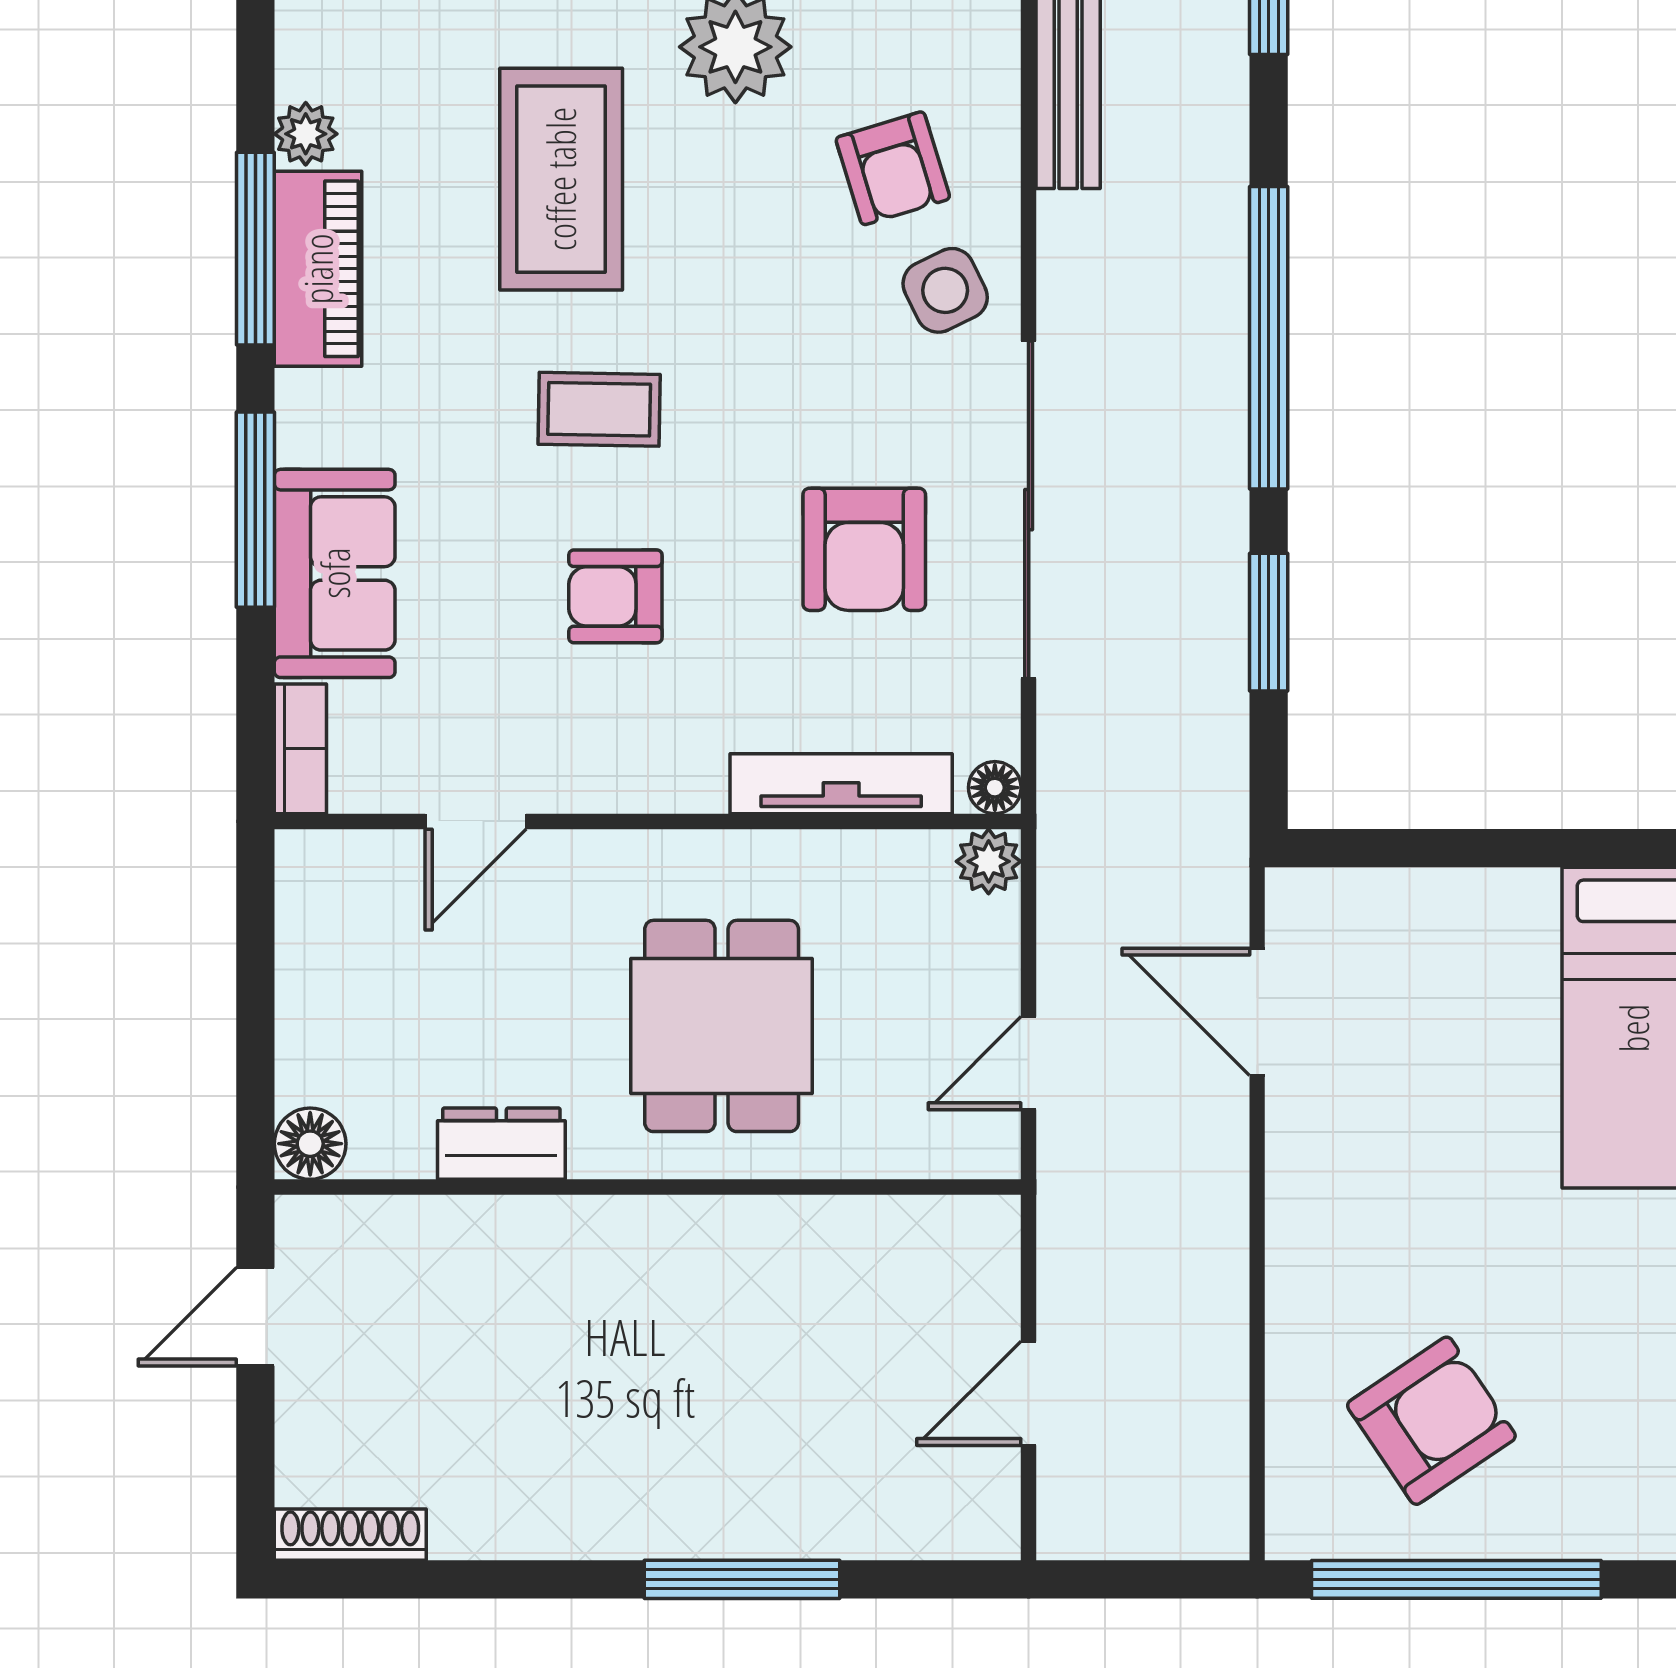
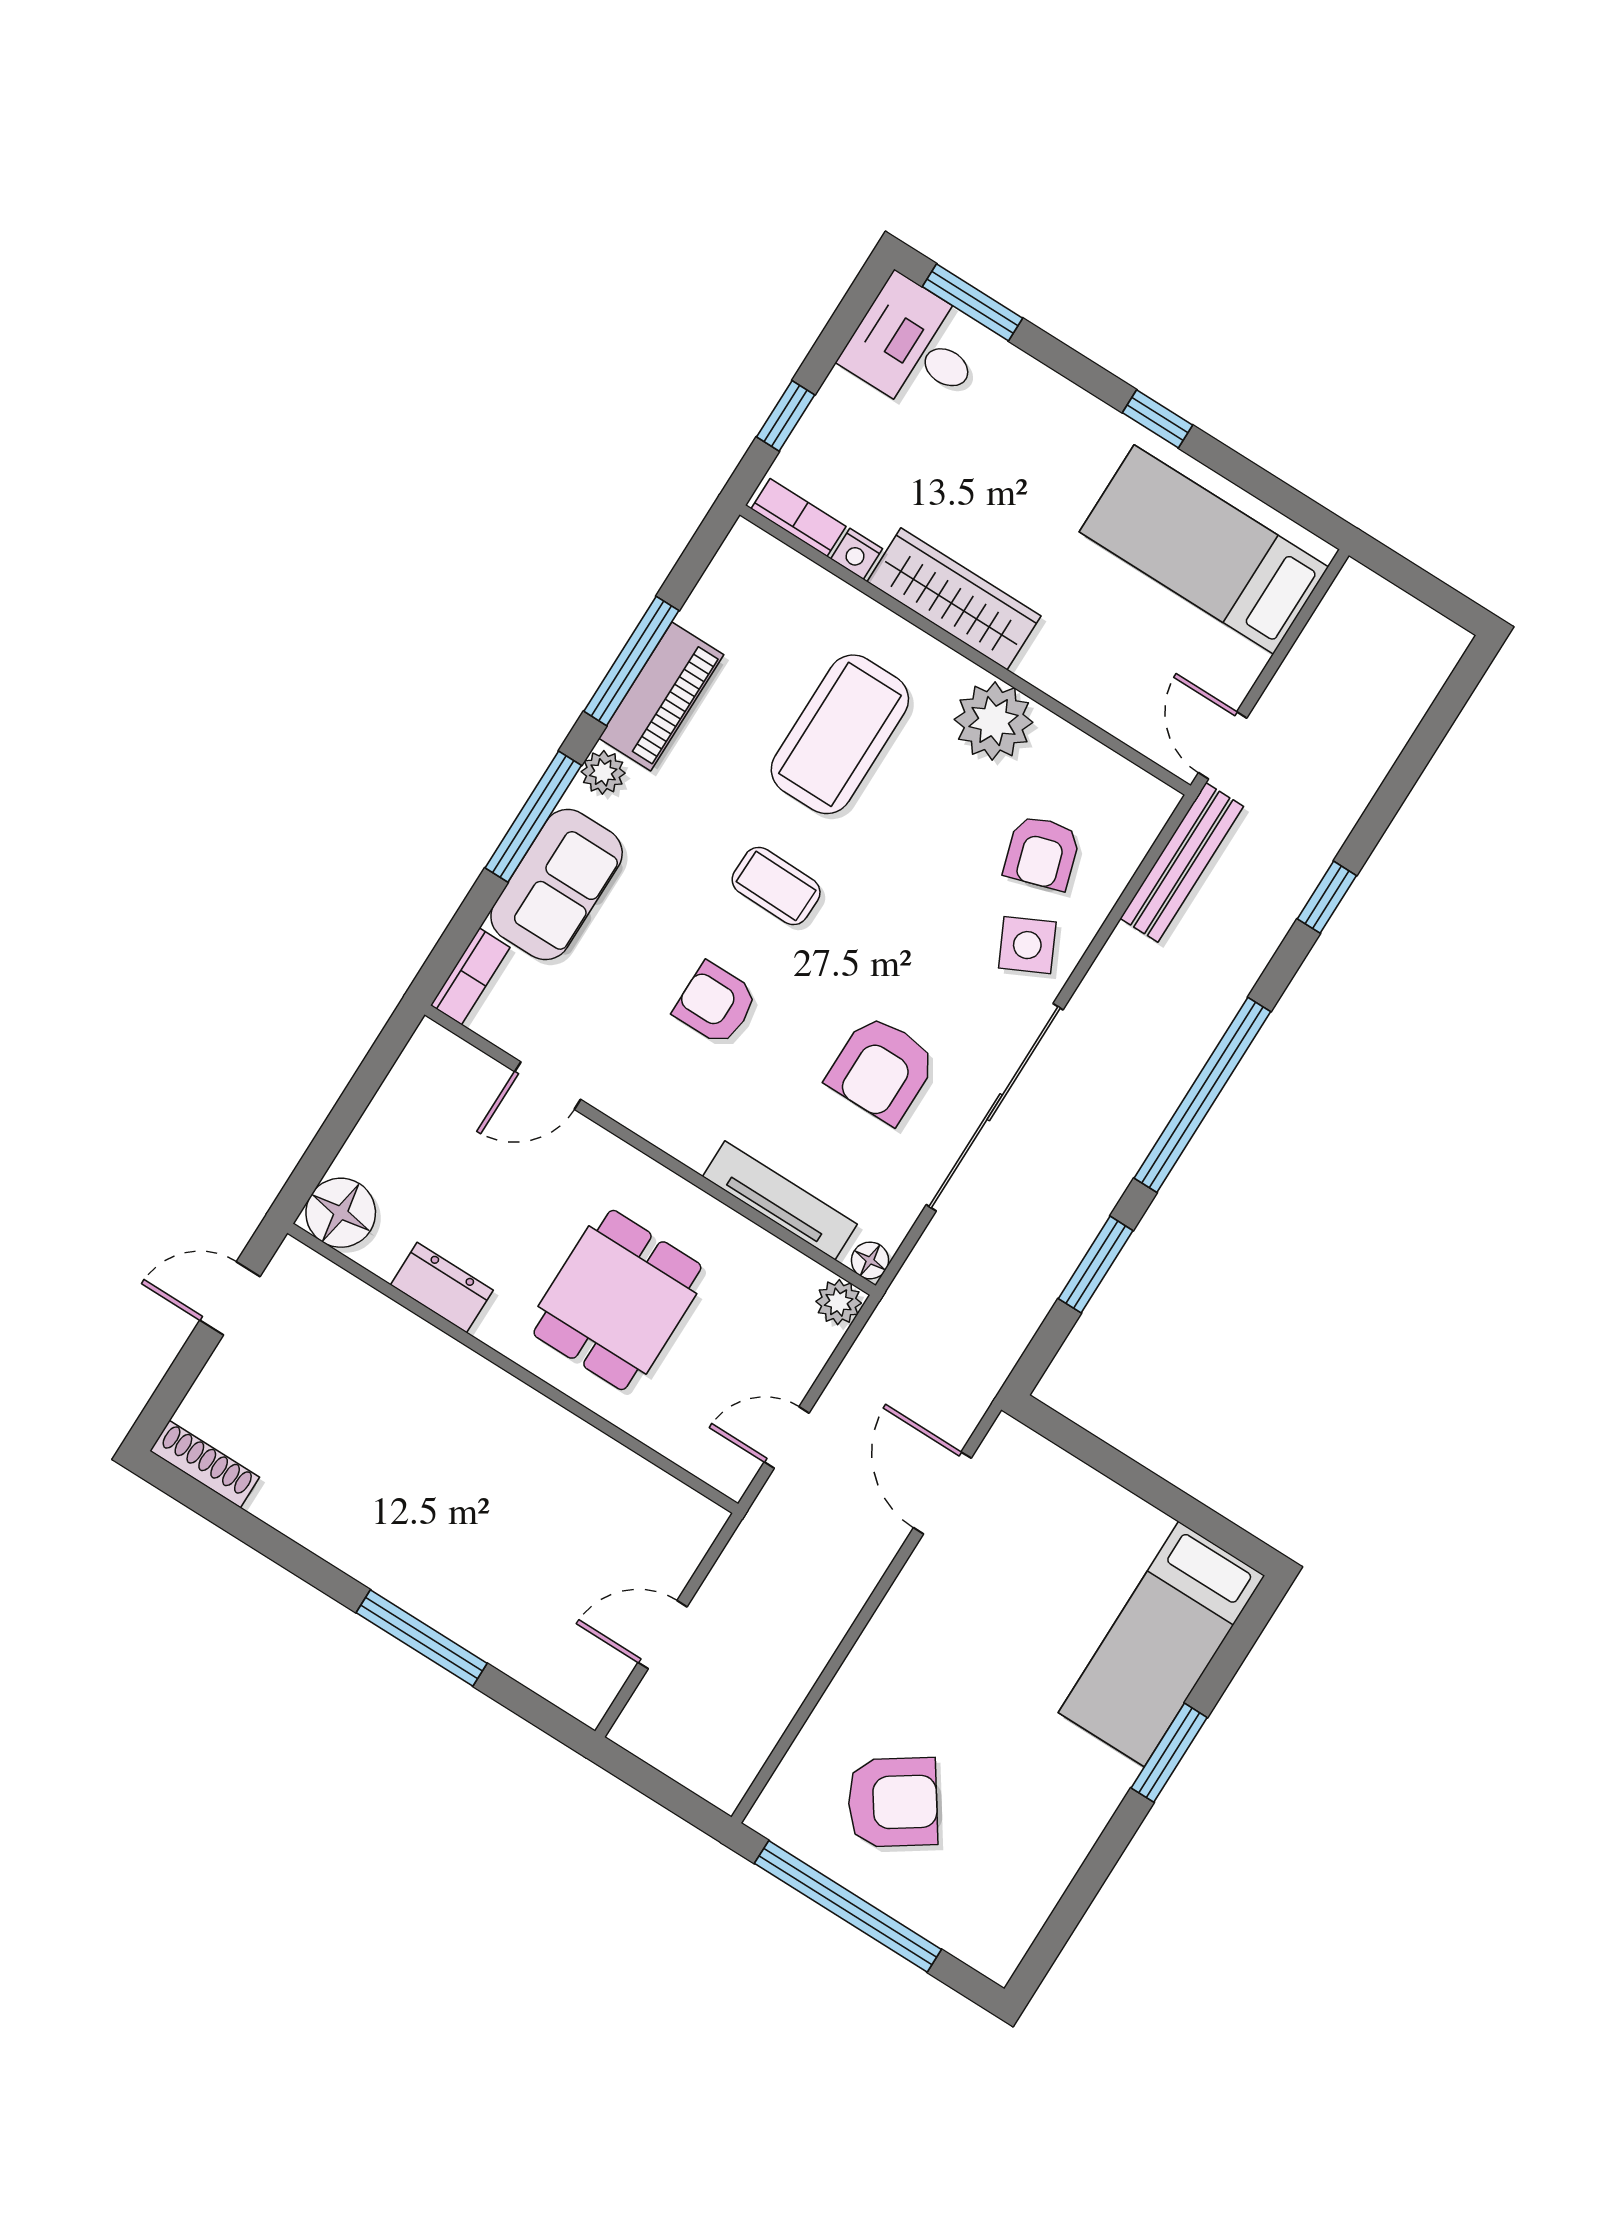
plant: (306, 134) -> (603, 772), moved
floor lamp: (310, 1144) -> (341, 1213), width x1.38, depth x1.38

